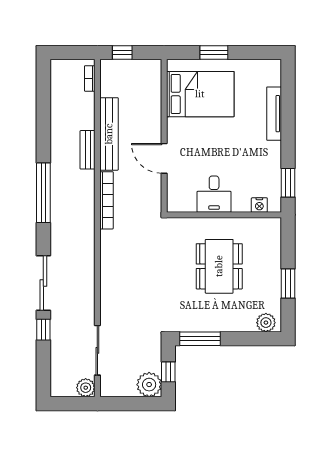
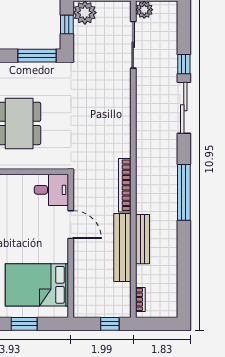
bench: (88, 150) -> (142, 239), width x1.36
desk: (214, 194) -> (51, 190), moved, turned 90

